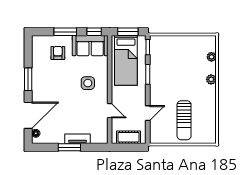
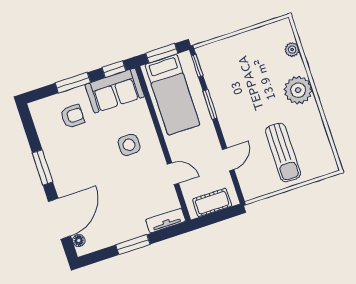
armchair: (58, 53) -> (72, 116), turned 90
plant: (211, 79) -> (298, 90), width x1.88, depth x1.88
tv unit: (77, 139) -> (166, 220), moved

